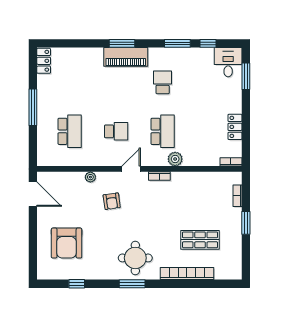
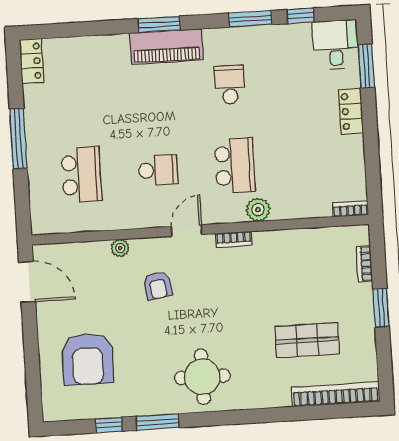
locker: (235, 127) -> (351, 111), moved
bookcase: (187, 274) -> (336, 394), moved
window: (132, 284) -> (157, 422), moved

